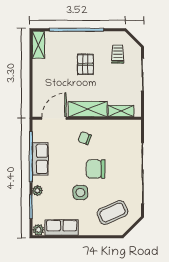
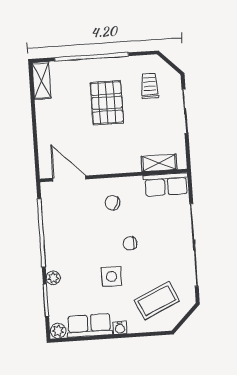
pallet: (85, 64) -> (107, 103), width x1.50, depth x1.42
shelving: (88, 109) -> (114, 163), removed
door: (54, 118) -> (69, 179), hinge flipped
row of seats: (40, 159) -> (166, 185), moved, turned 90
chair: (96, 169) -> (130, 243), width x0.54, depth x0.54
water cooler: (84, 231) -> (120, 328), added

